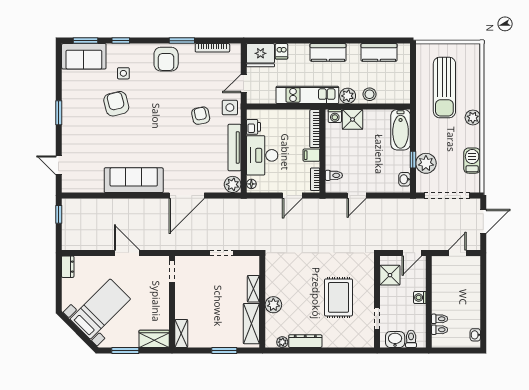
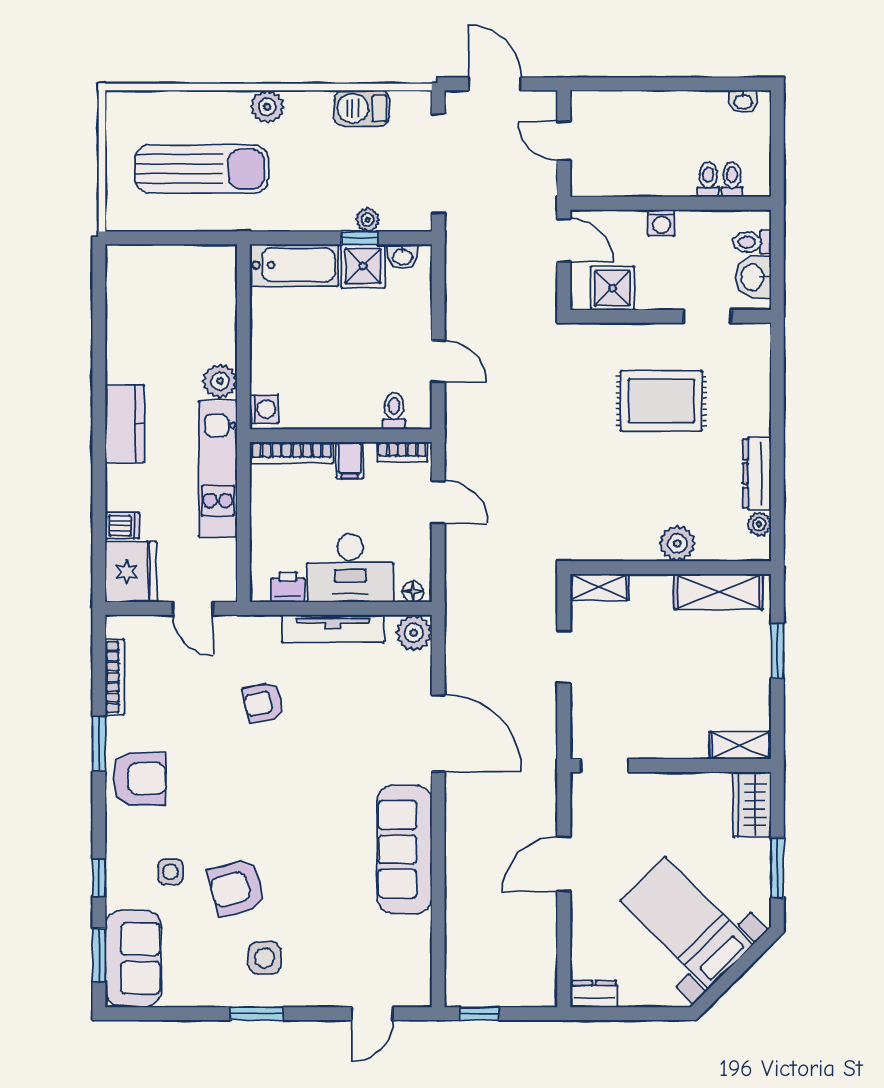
kitchen counter: (379, 52) -> (125, 312), removed
stool: (370, 94) -> (216, 333), removed
side table: (230, 108) -> (265, 958), moved
shower: (353, 119) -> (363, 266), moved
plant: (426, 163) -> (368, 220), width x0.53, depth x0.53
shelving: (253, 289) -> (599, 587), moved

